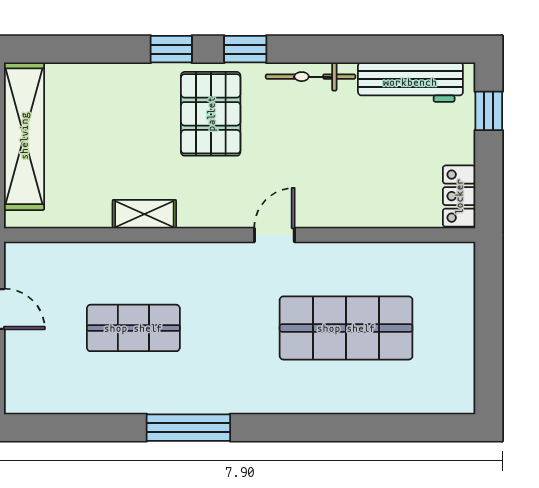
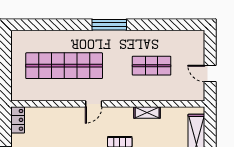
shop shelf: (346, 328) -> (64, 66), width x1.40
window: (188, 428) -> (109, 25), moved

